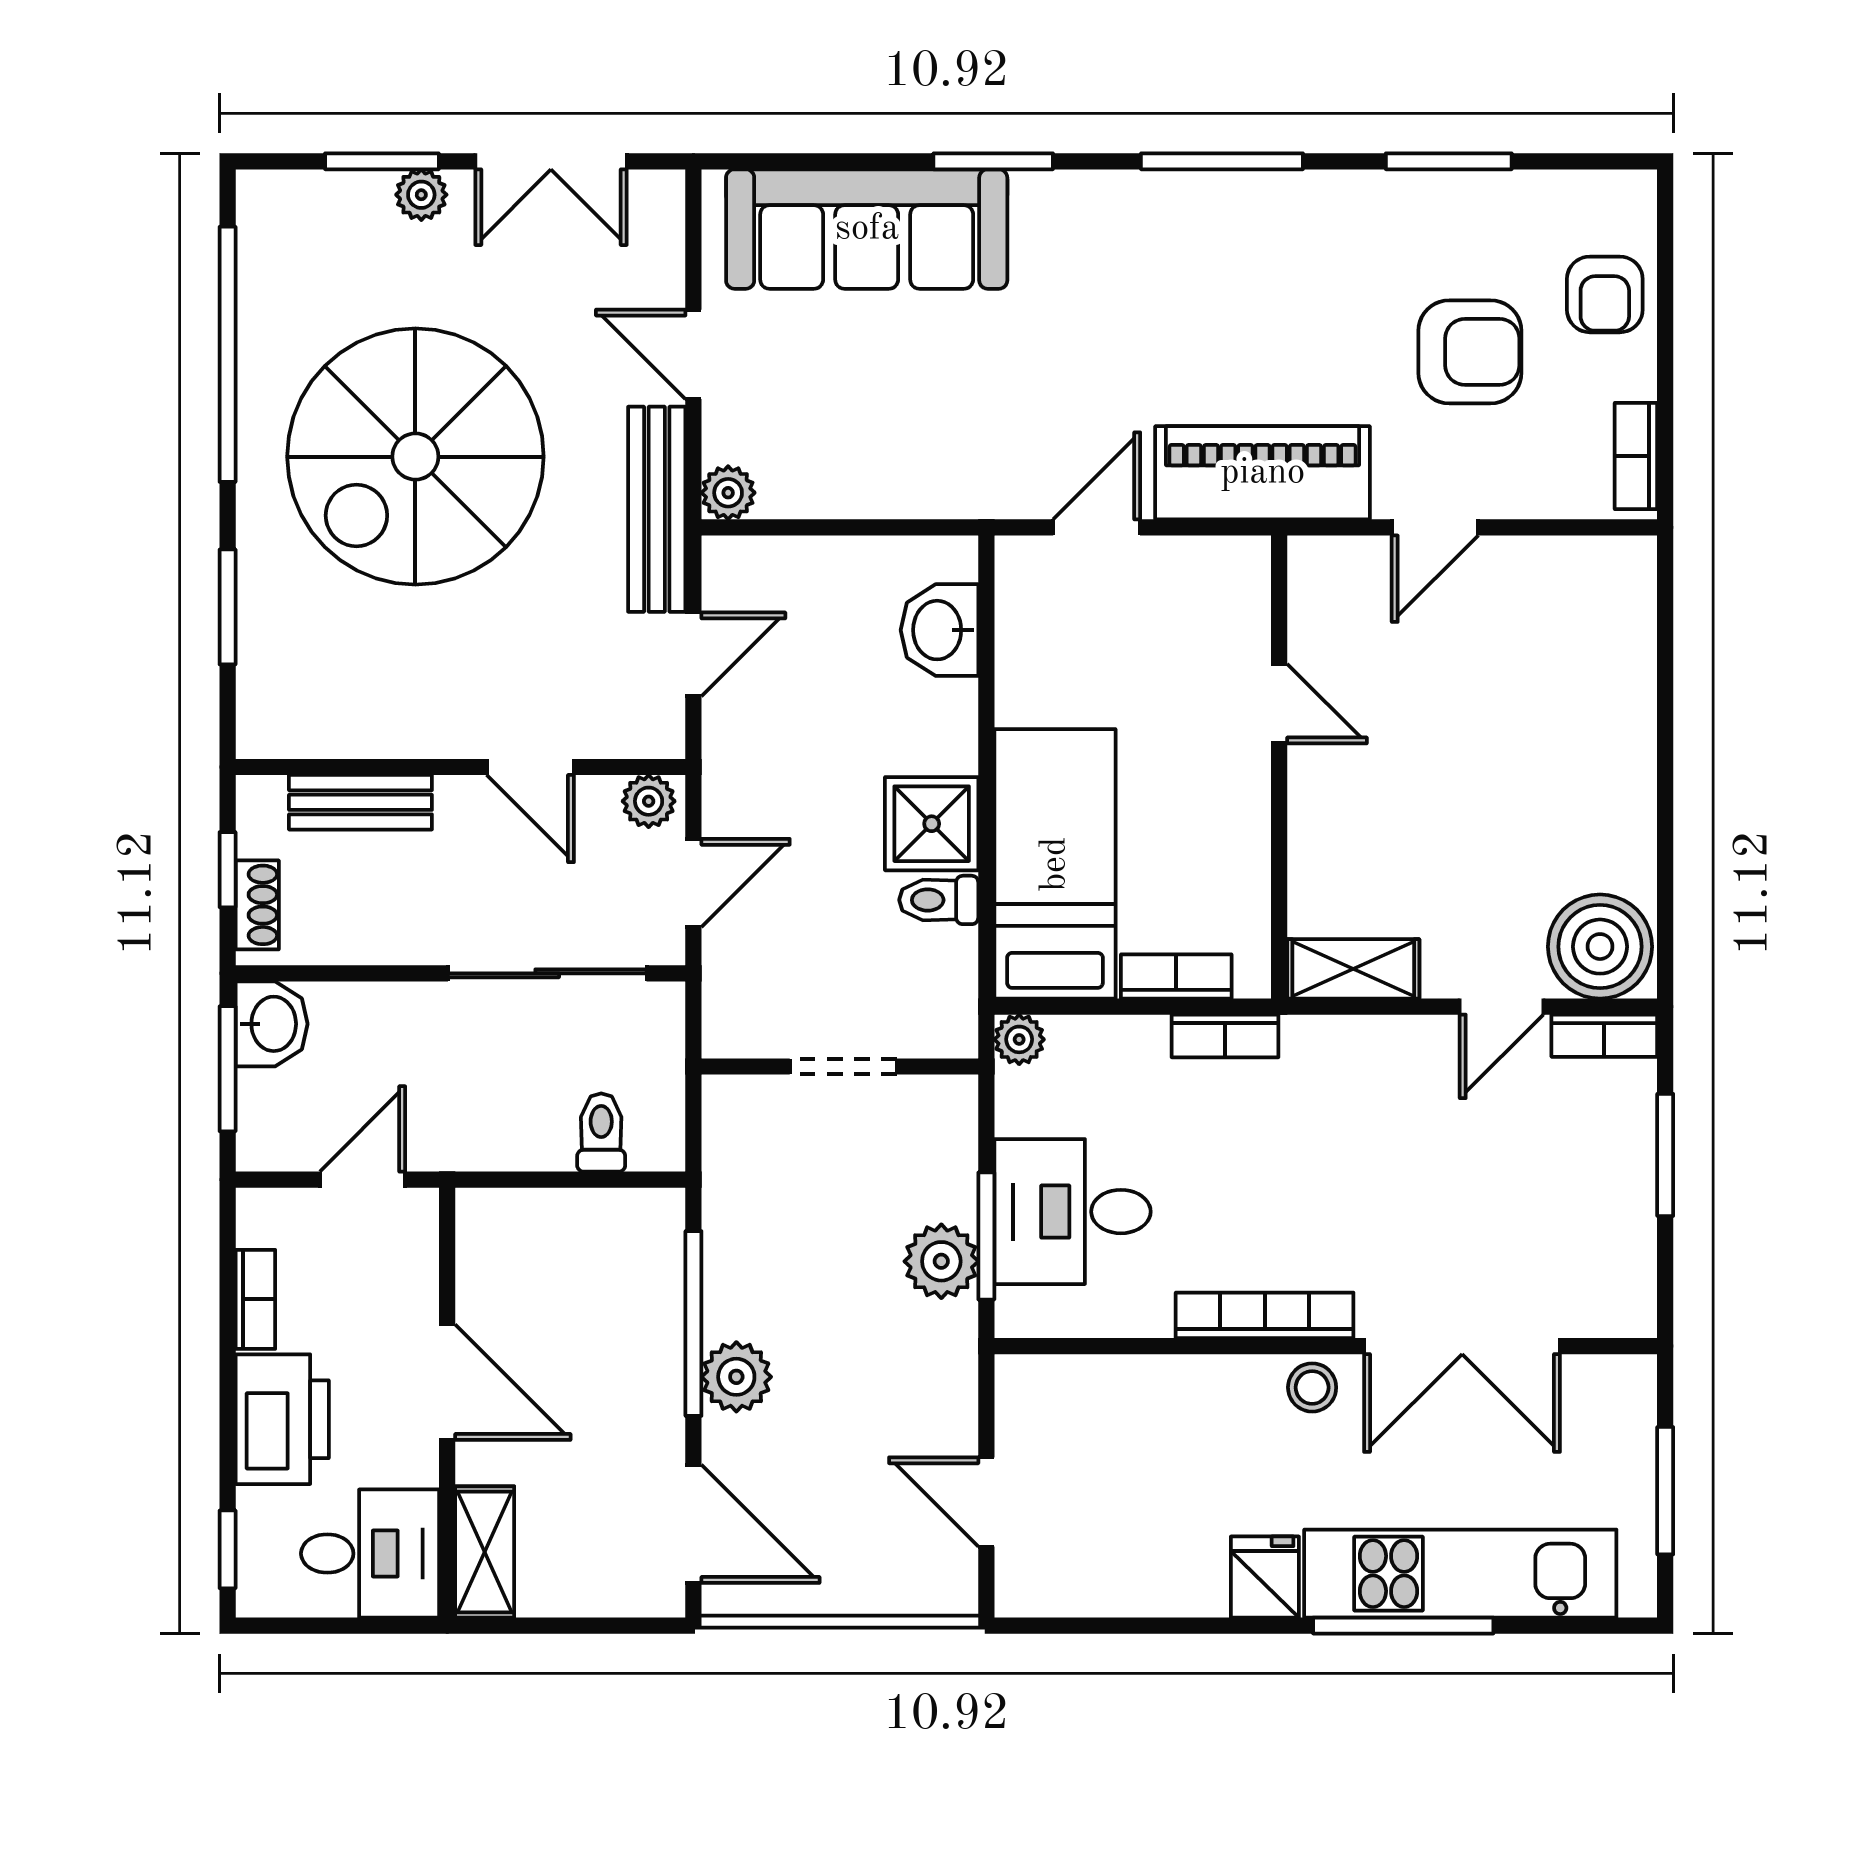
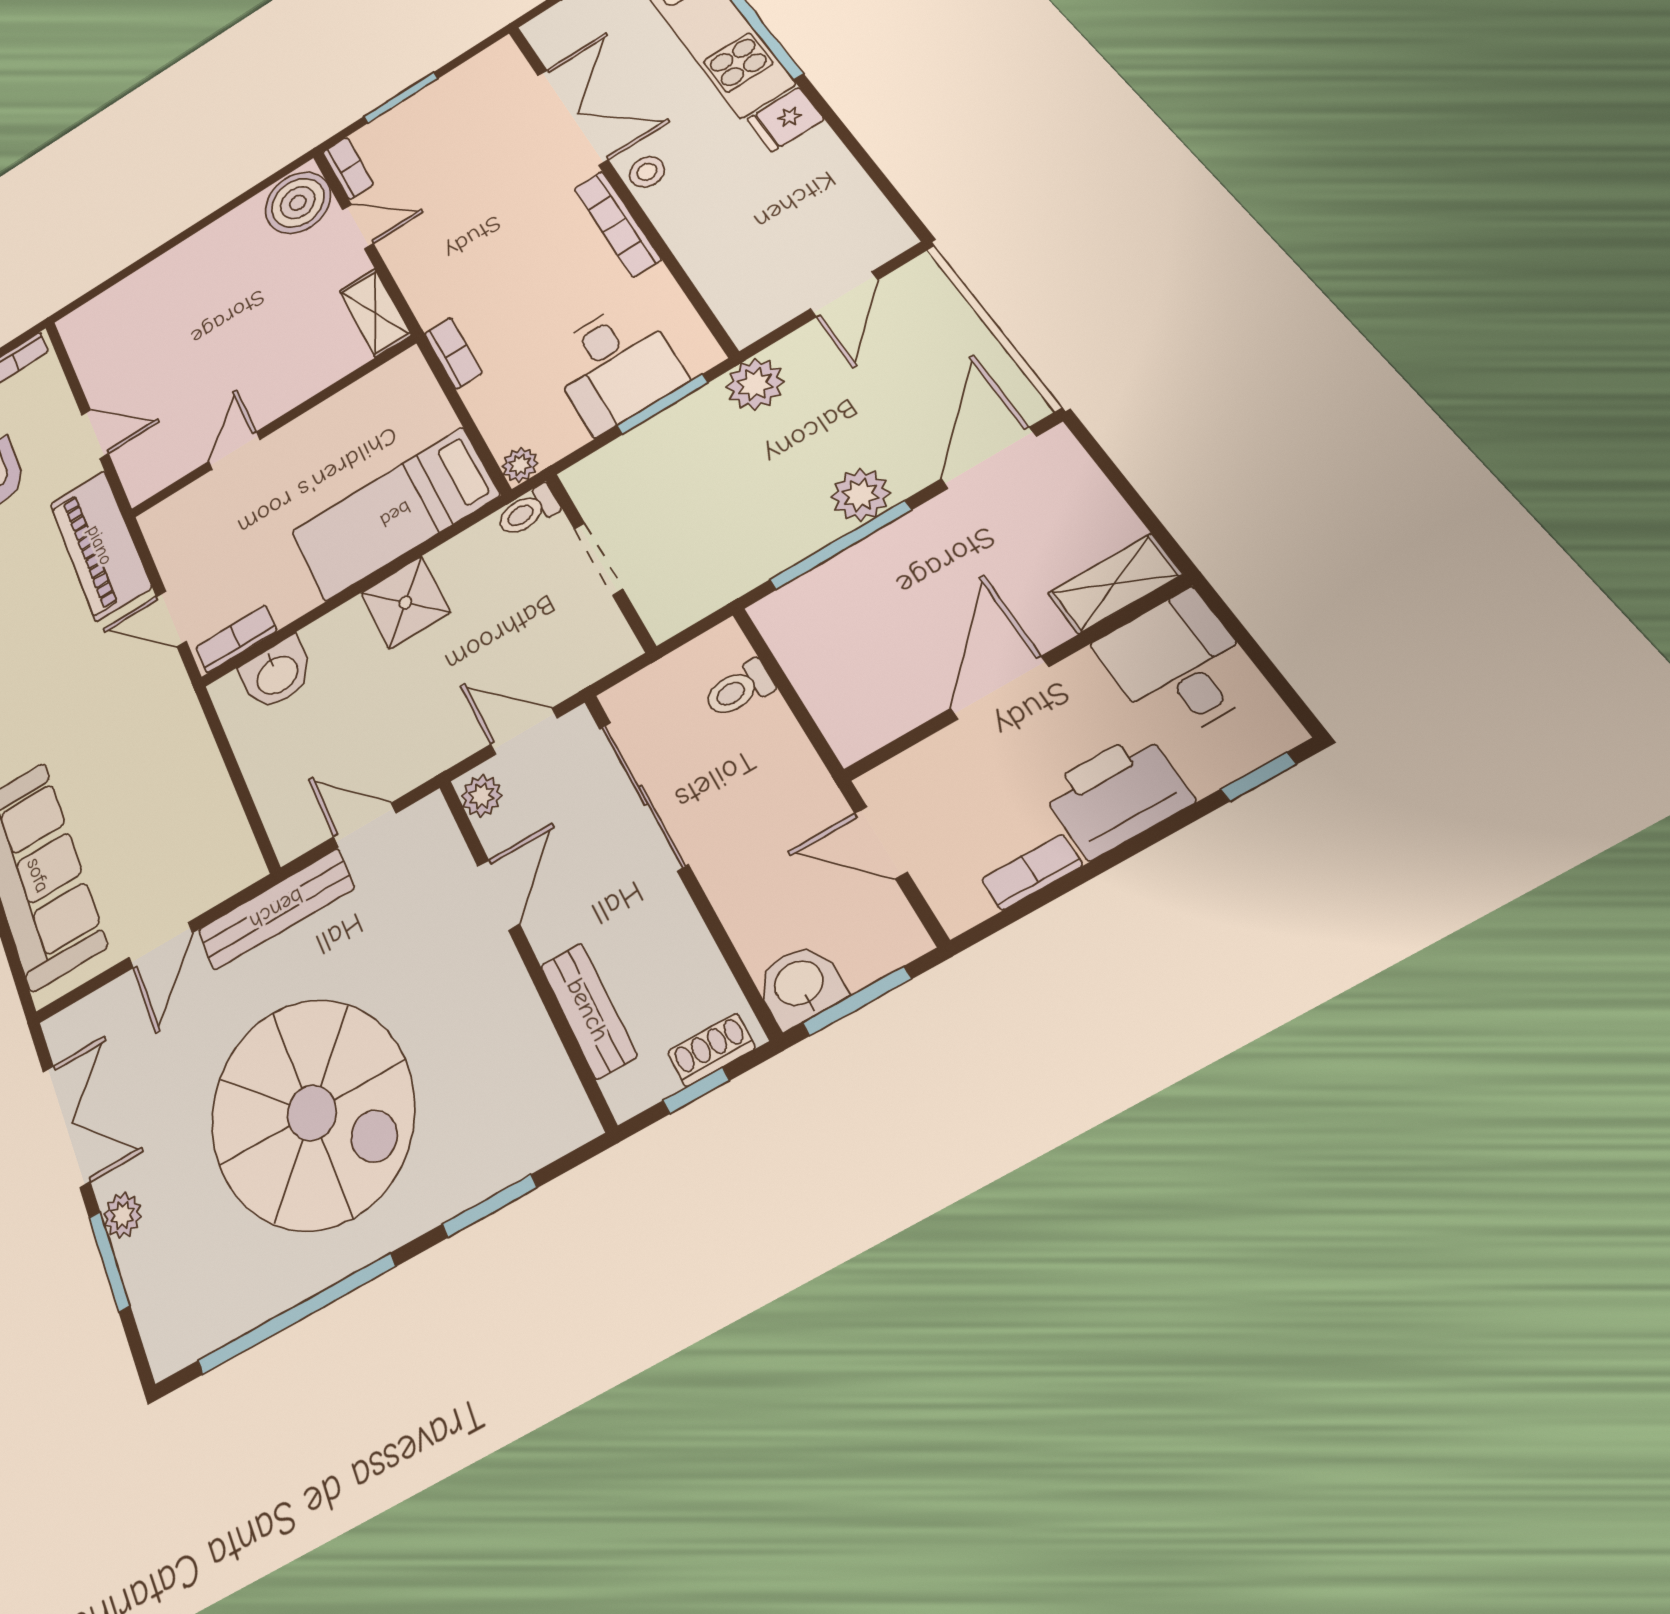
plant: (728, 493) -> (244, 866), removed
toilet: (939, 900) -> (528, 511), moved, turned 90
bookcase: (1176, 976) -> (236, 639), moved, turned 90
plant: (941, 1261) -> (755, 384), moved

